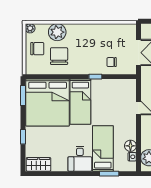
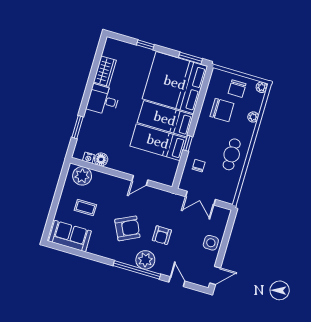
plant: (57, 32) -> (253, 117), width x0.53, depth x0.53
cafe table: (94, 37) -> (232, 154), added
bed: (103, 148) -> (158, 142), moved, turned 180
wardrobe: (39, 164) -> (105, 71), moved

